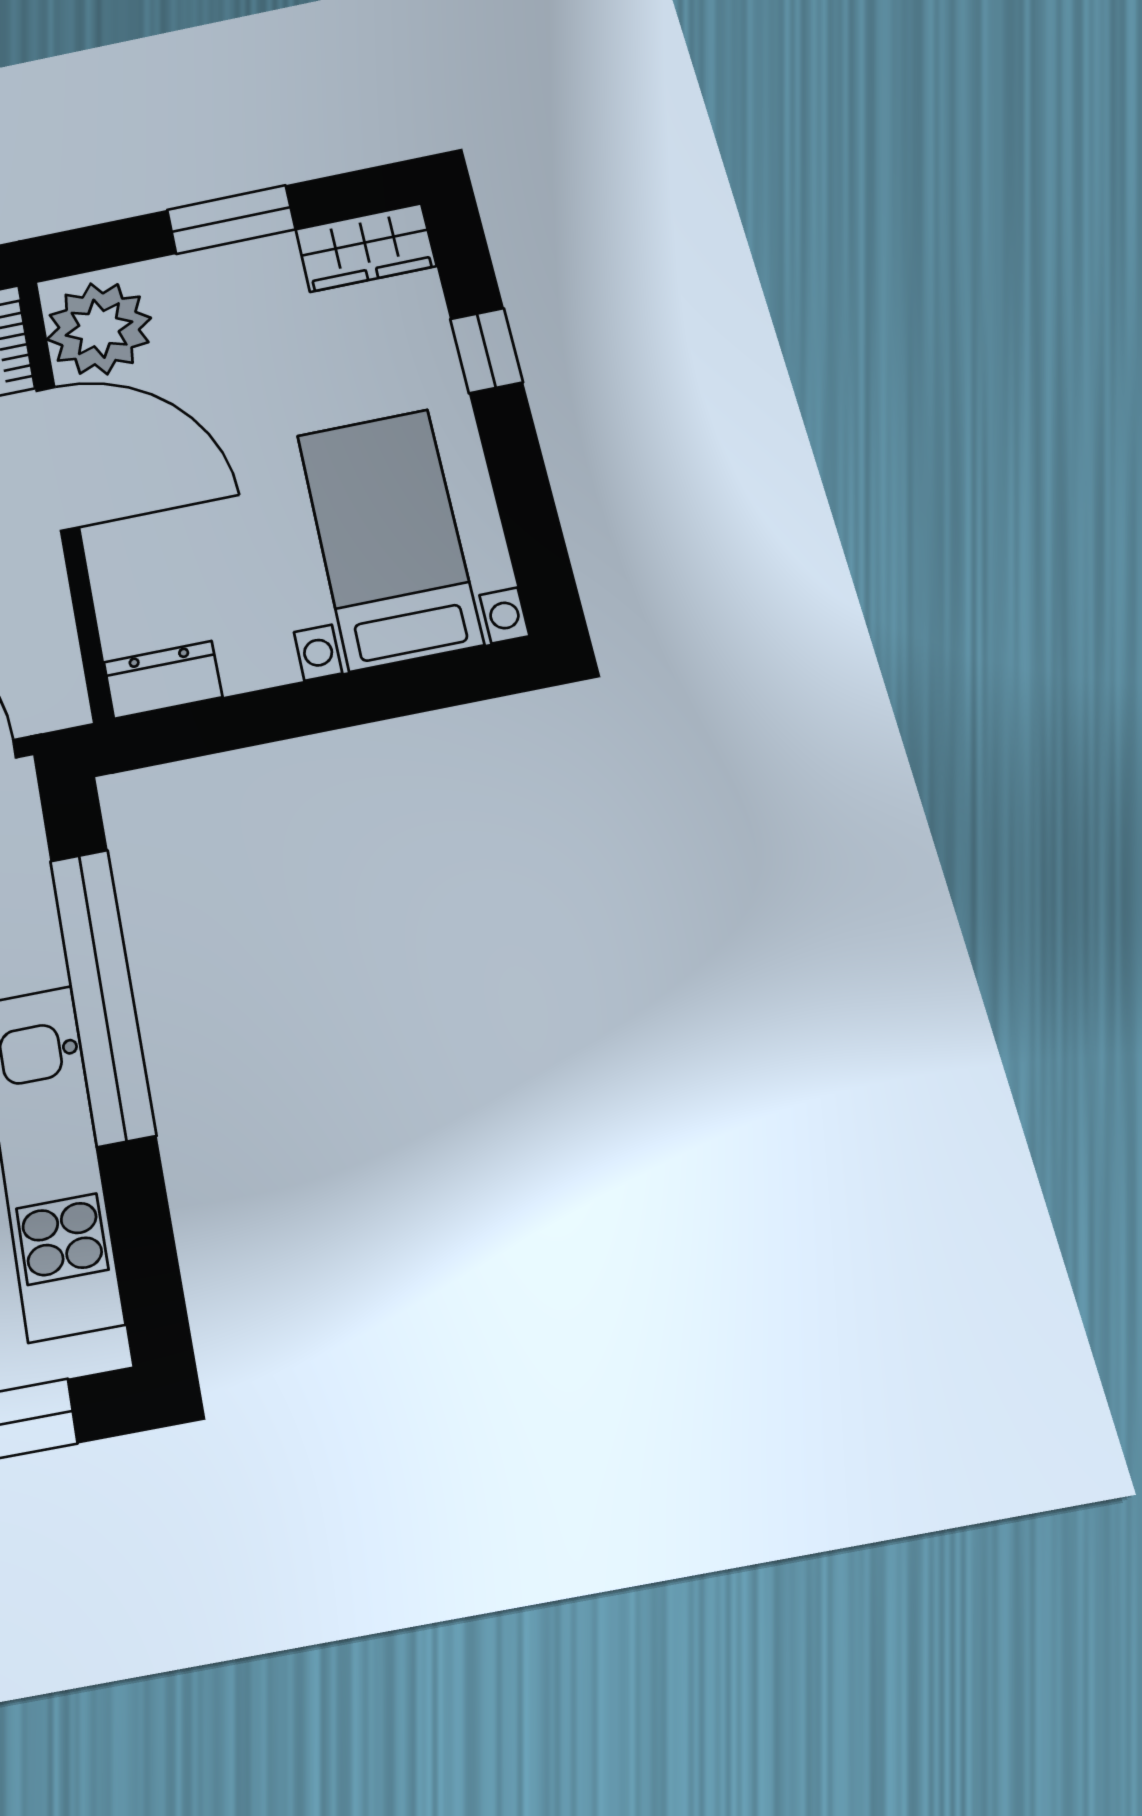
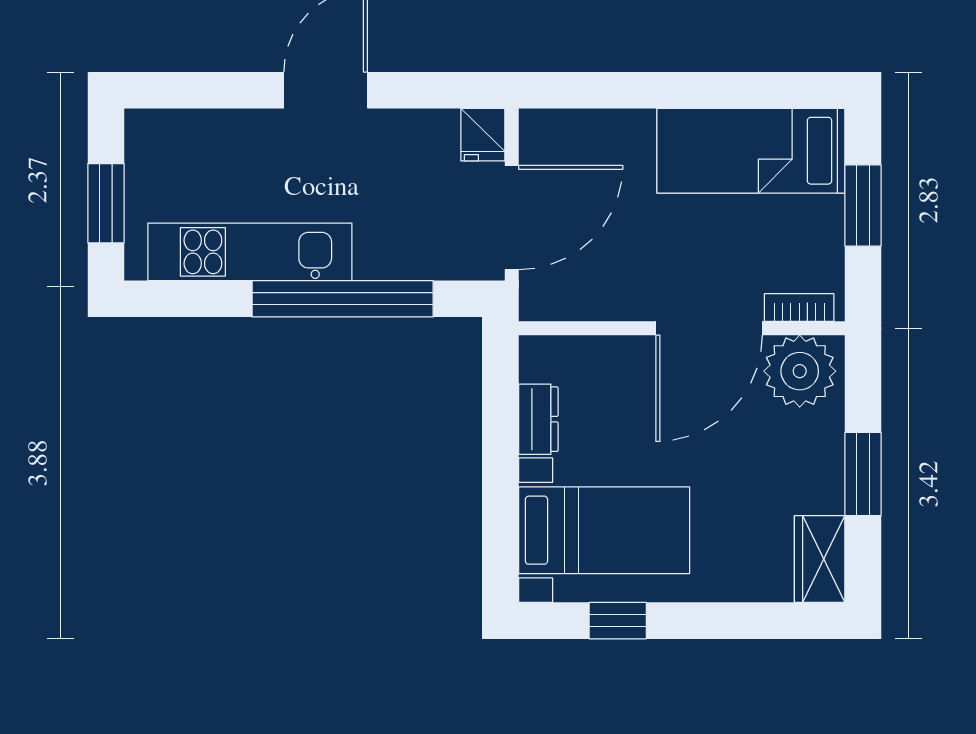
window: (486, 350) -> (618, 621), moved
dresser: (163, 680) -> (538, 419), moved

